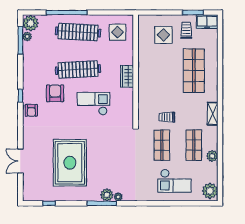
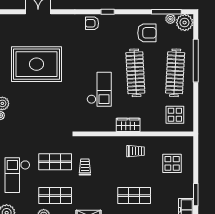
trolley: (186, 30) -> (135, 151), moved
shop shelf: (194, 71) -> (134, 196), width x0.70, depth x0.74
armchair: (55, 93) -> (147, 33), moved

